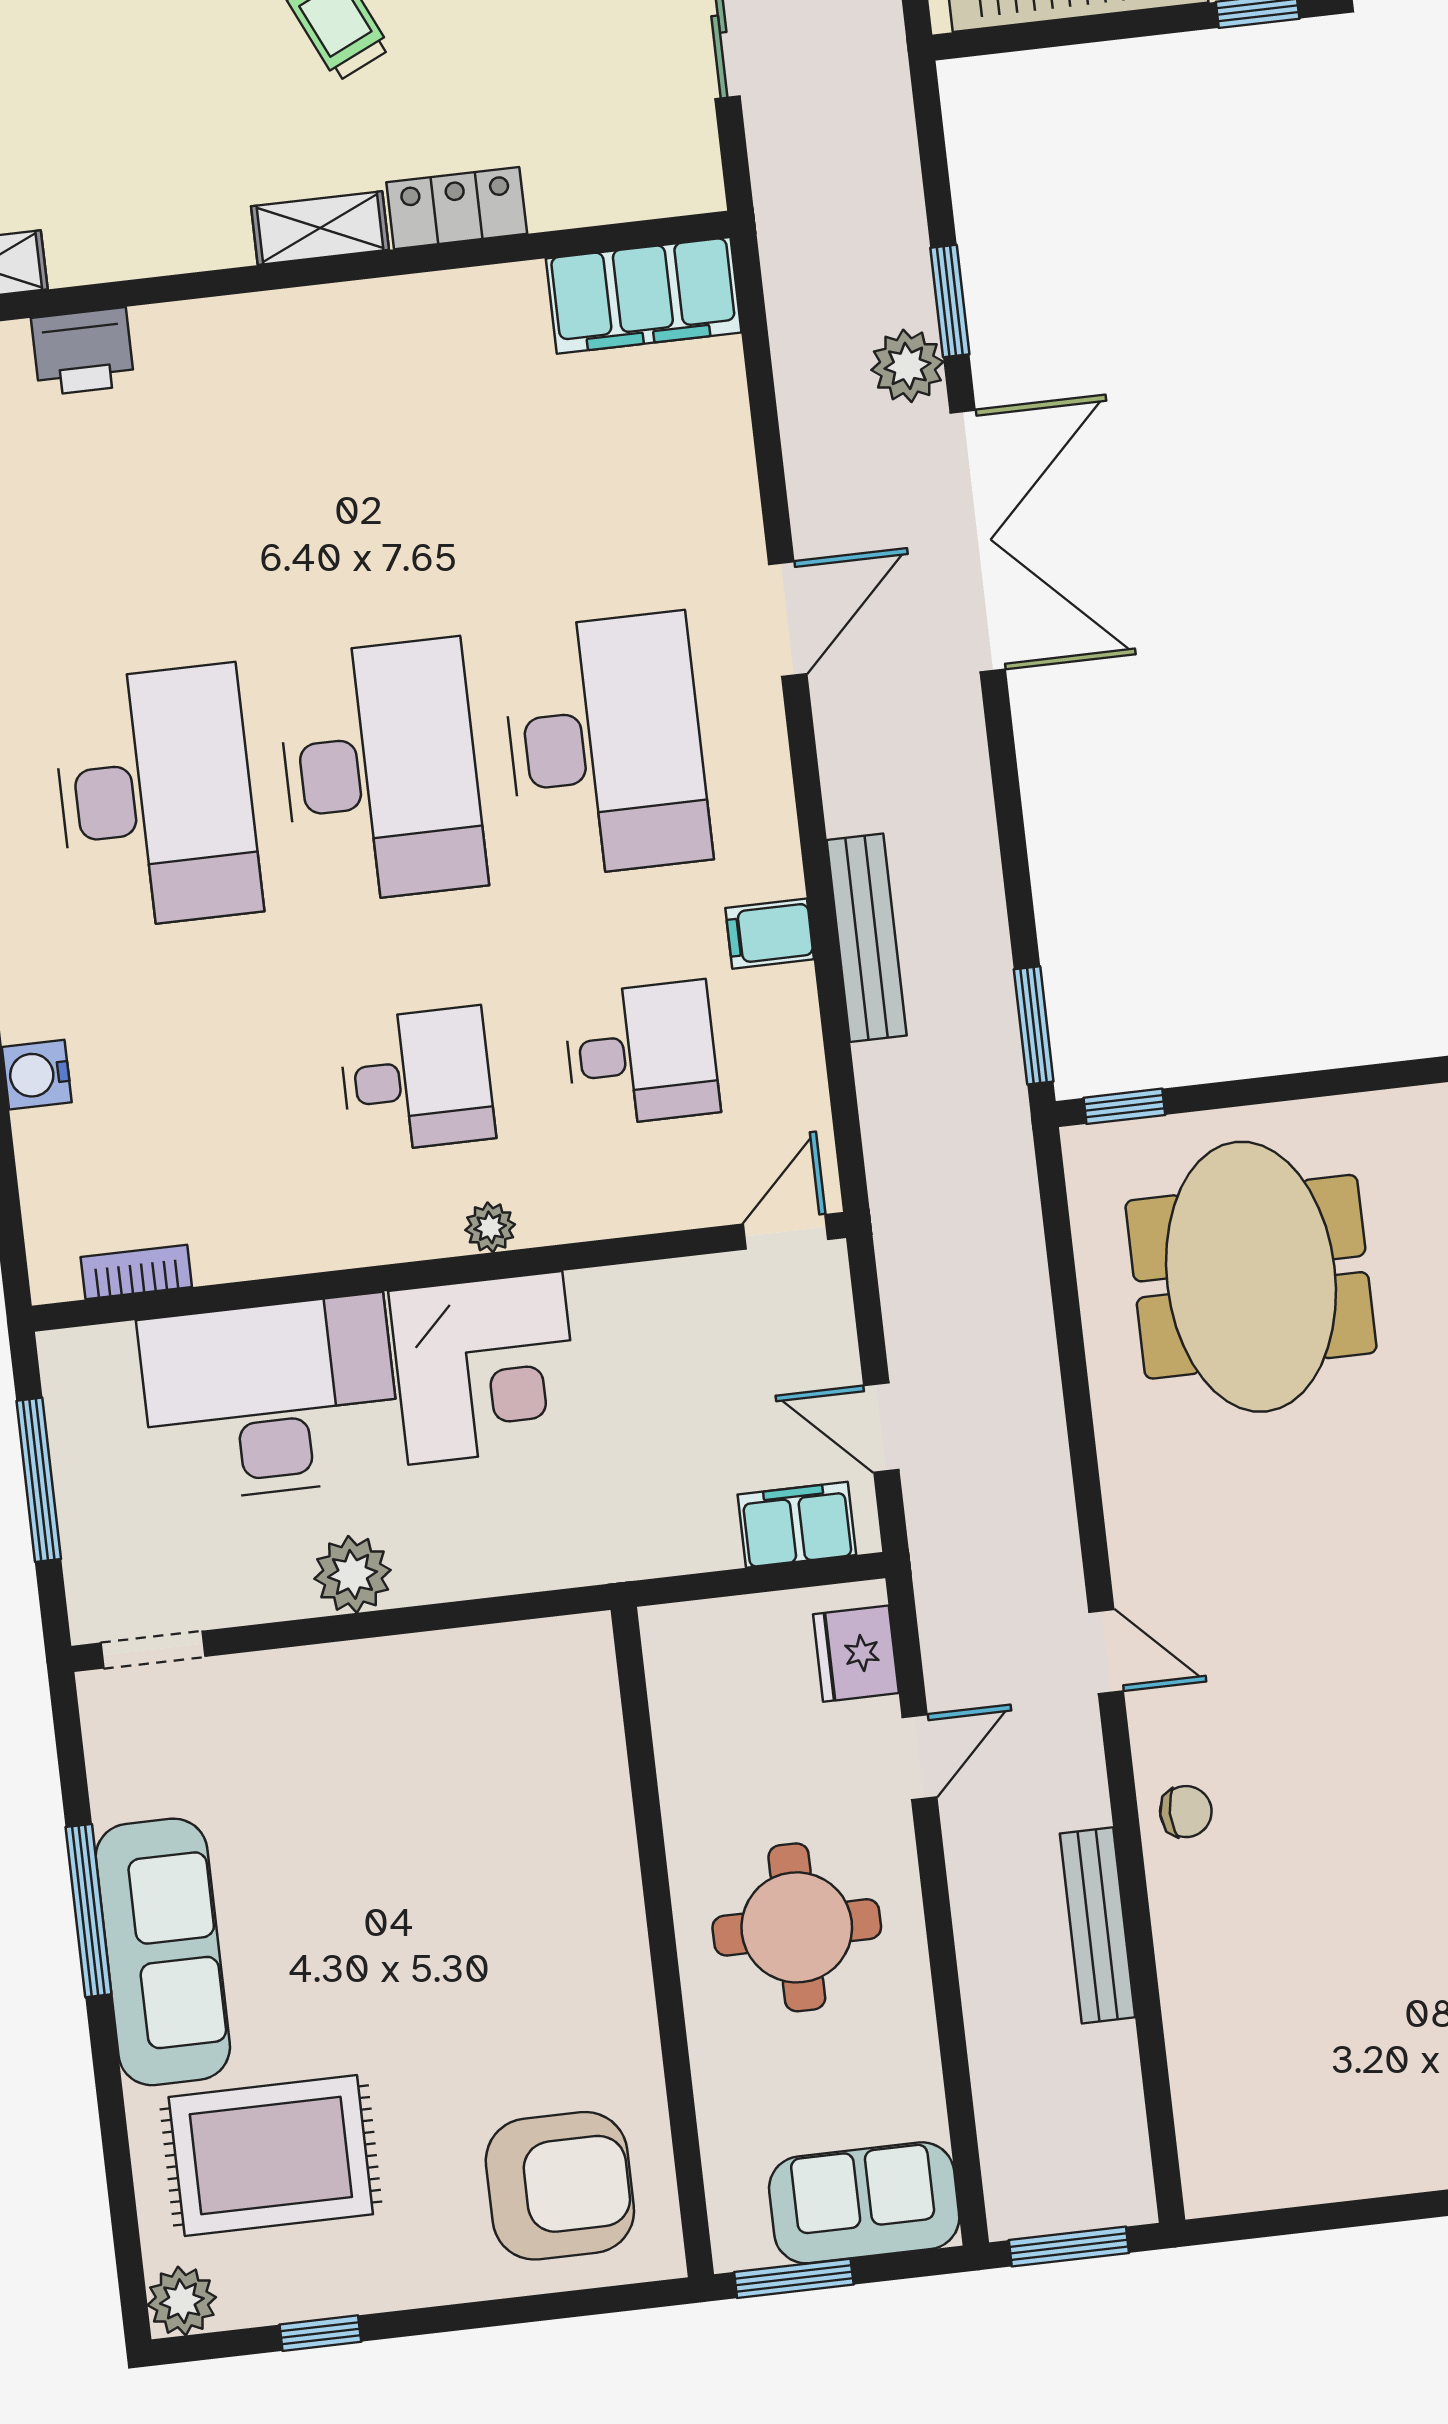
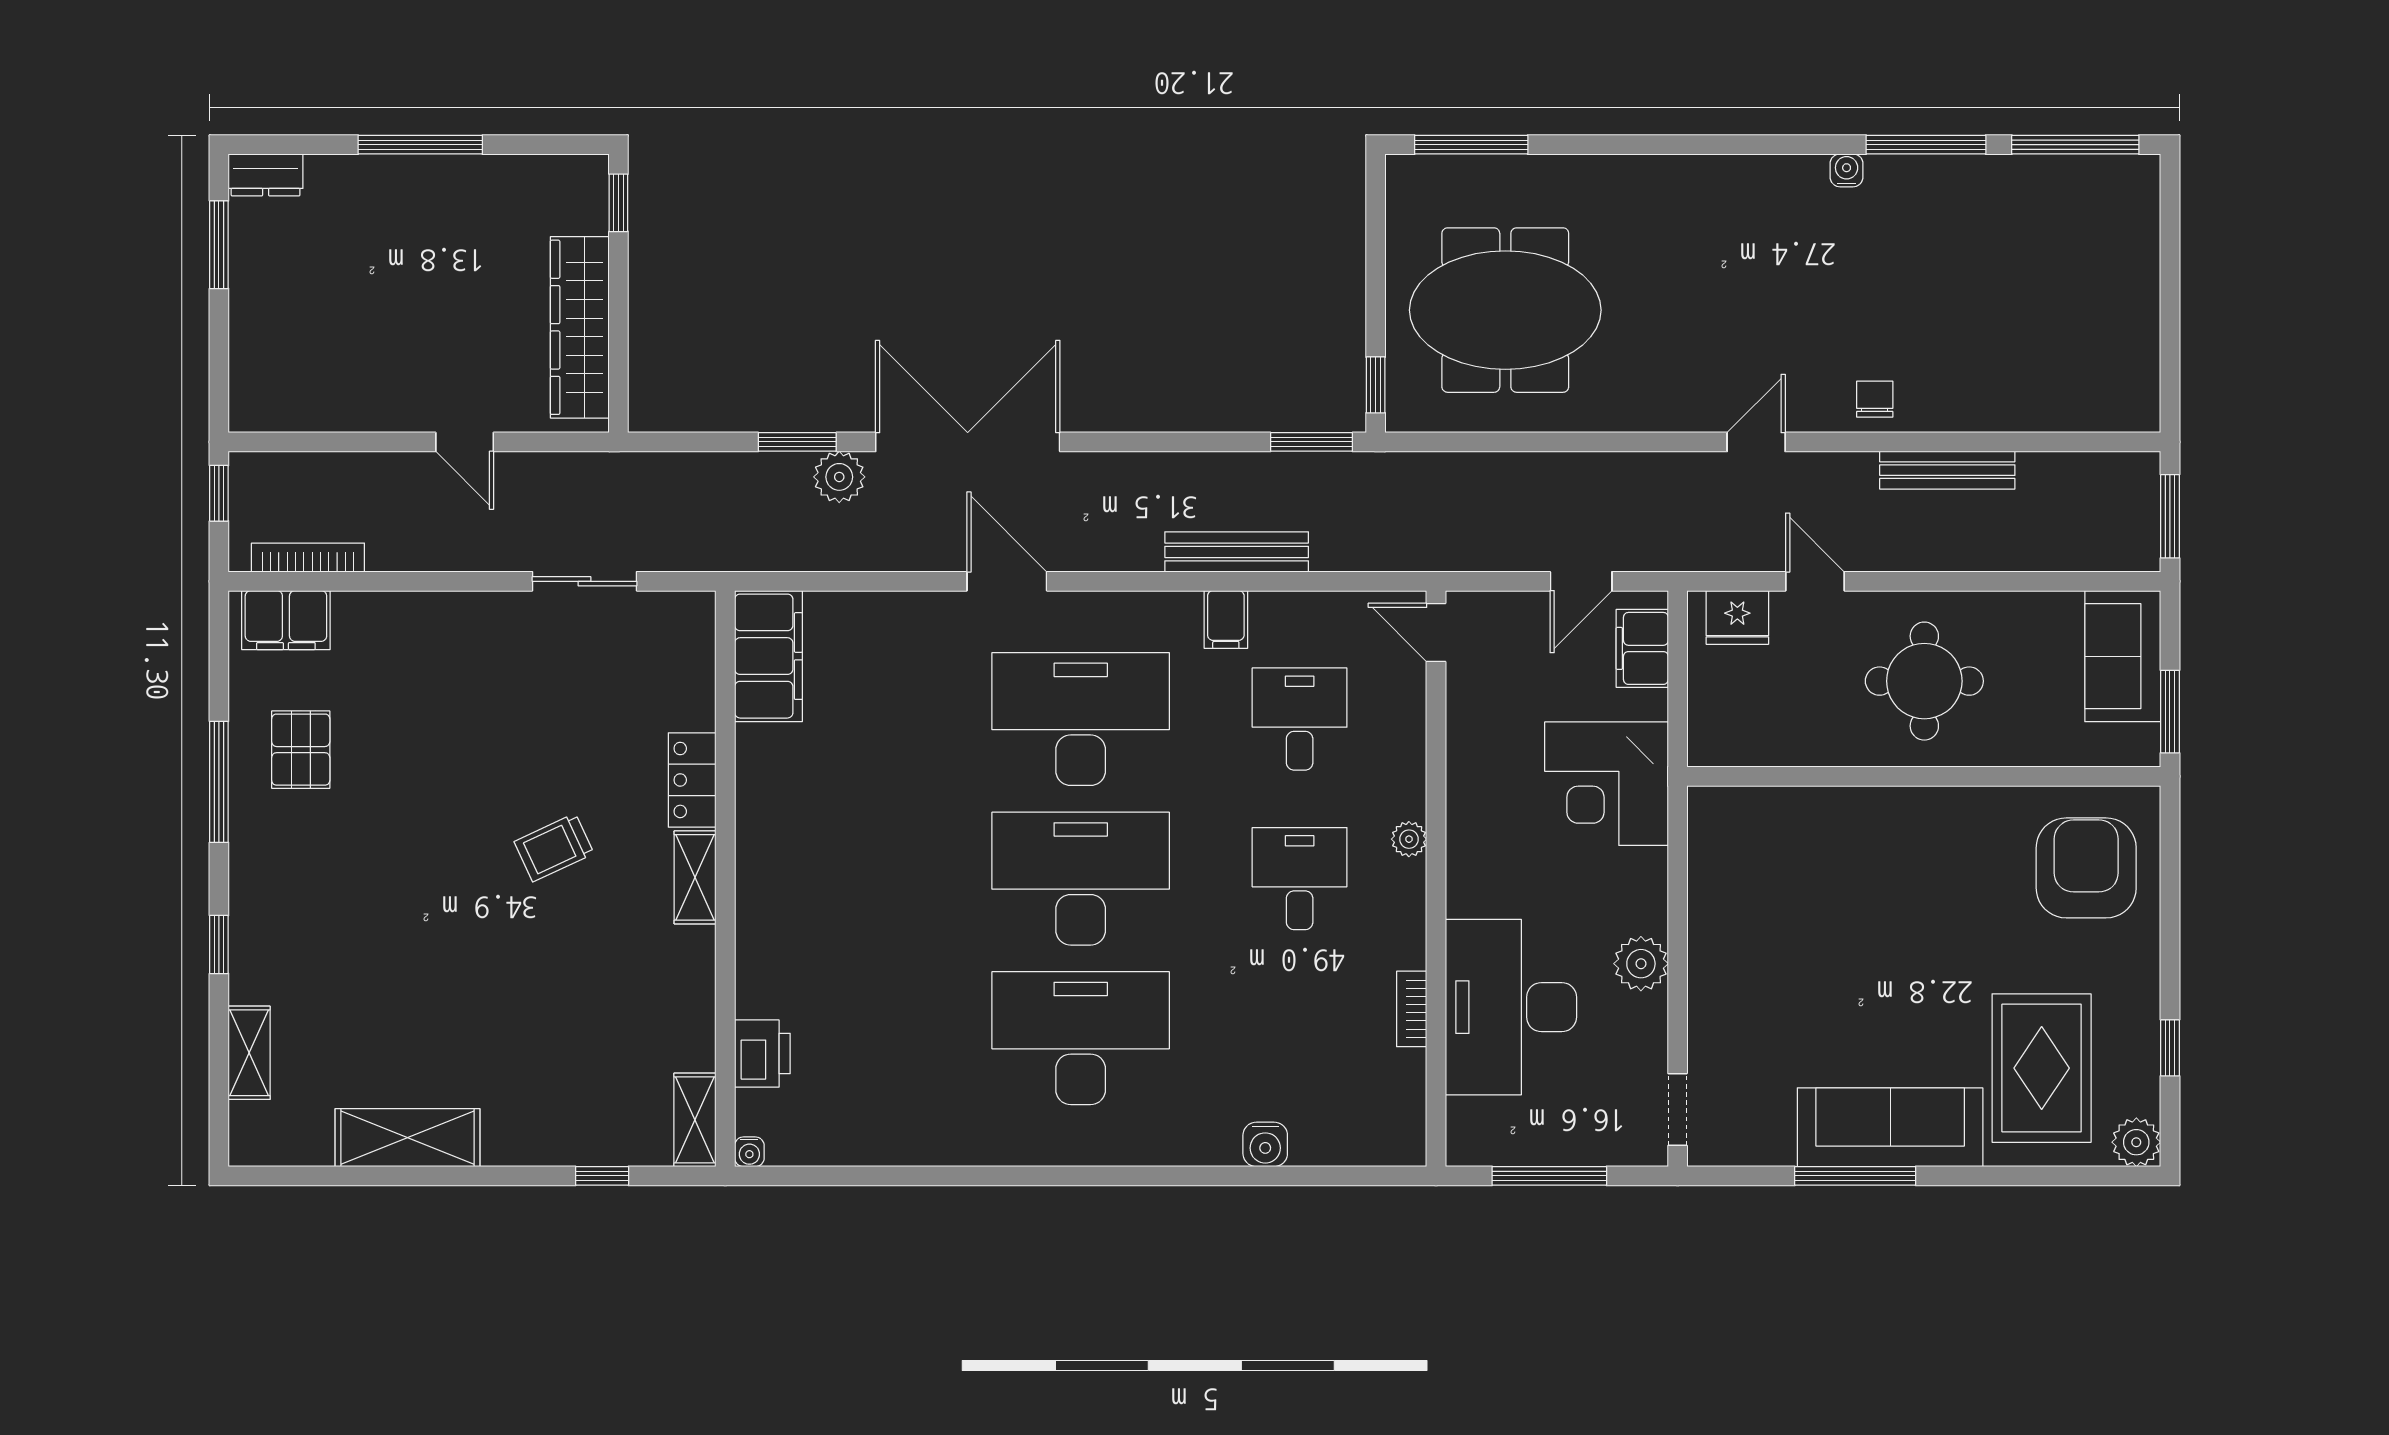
bookcase: (136, 1272) -> (1412, 1009), moved
corner desk: (485, 1368) -> (1606, 784), moved, turned 180

